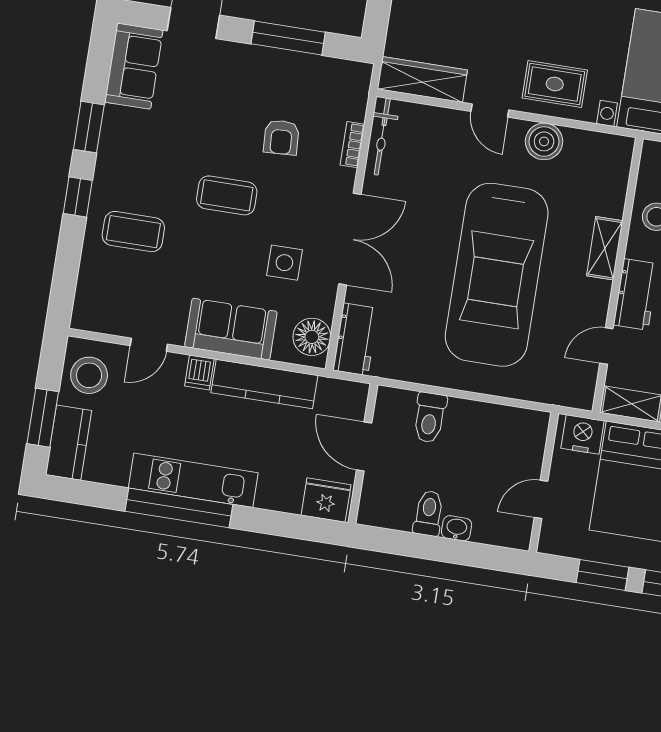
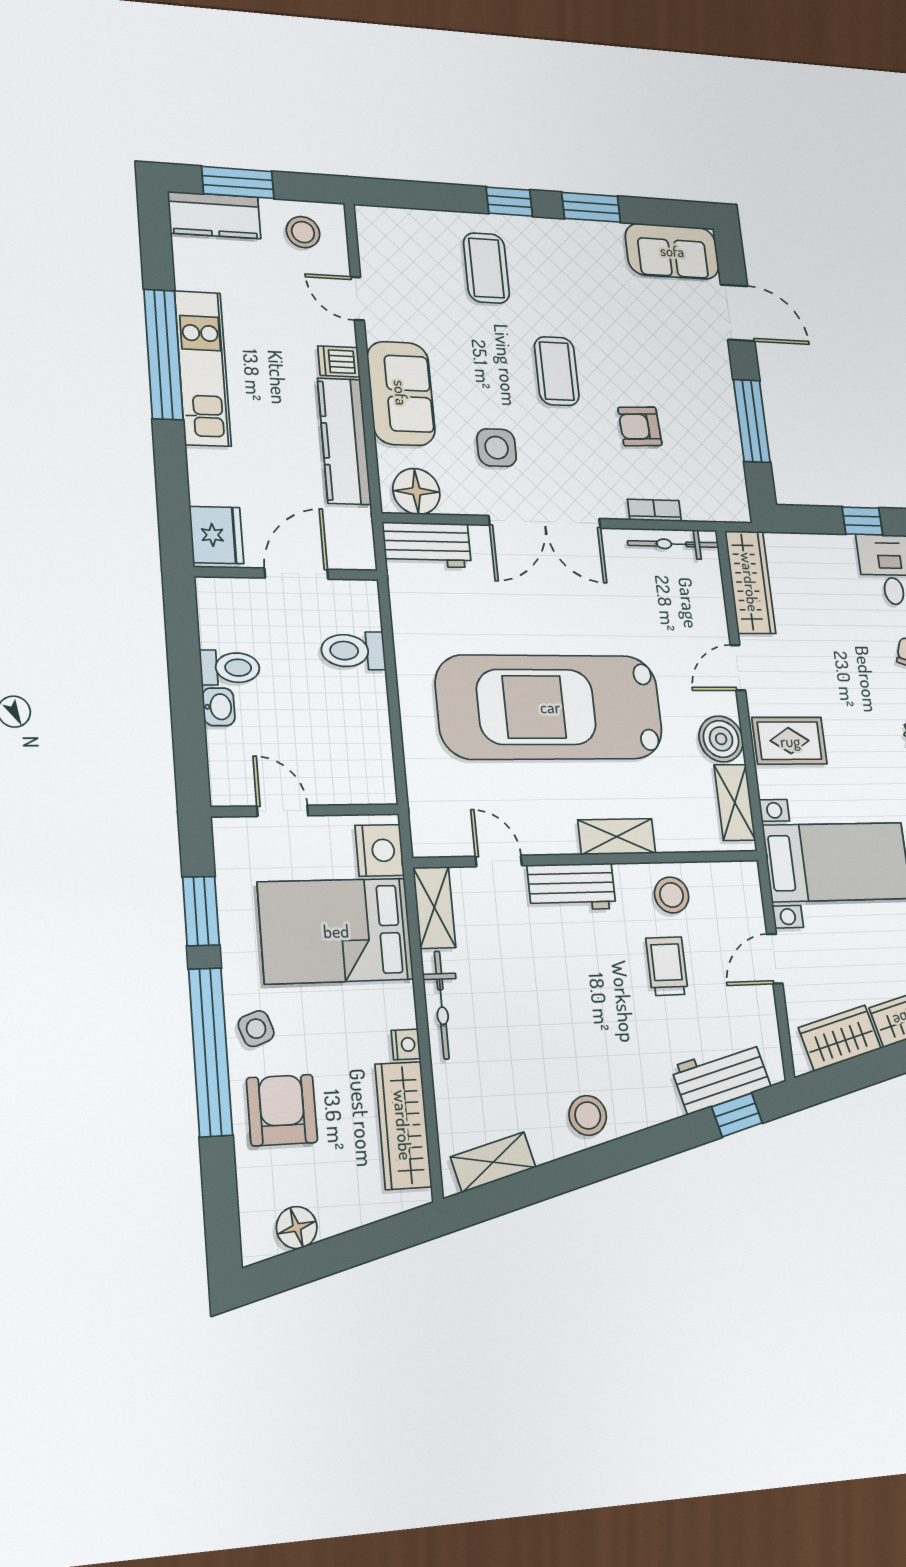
rug: (555, 84) -> (790, 741), turned 90
shelving: (595, 145) -> (735, 802), added
stool: (89, 375) -> (303, 232), width x0.73, depth x0.73

